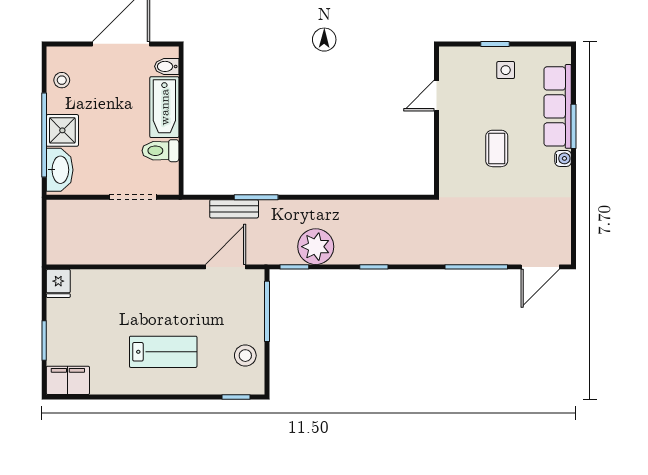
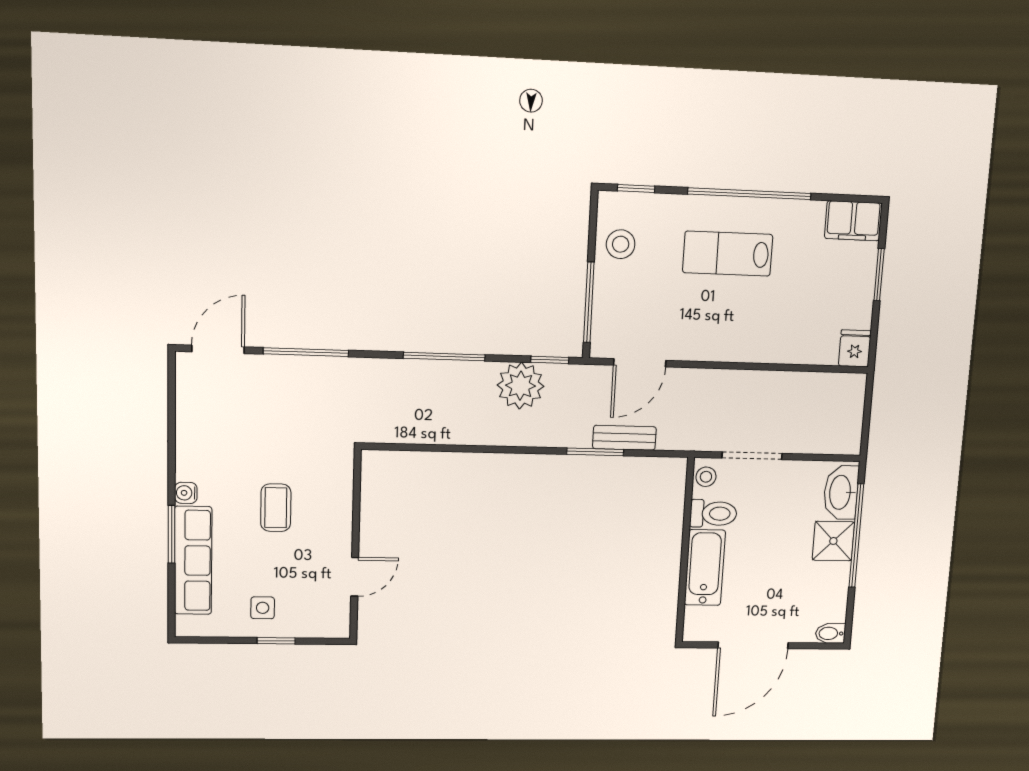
bidet: (167, 66) -> (830, 633), moved, turned 180
stool: (62, 80) -> (706, 477), moved
window: (374, 267) -> (444, 357), width x2.17
window: (150, 397) -> (749, 194), added

